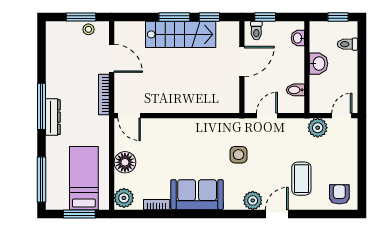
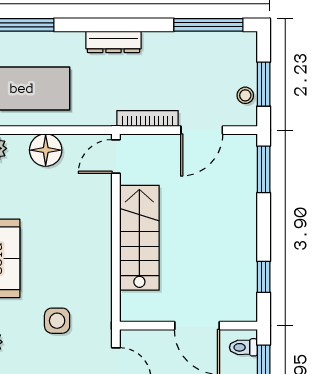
window: (174, 17) -> (264, 169), moved
stairs: (181, 34) -> (139, 238), moved, turned 180
window: (42, 106) -> (208, 25), moved

